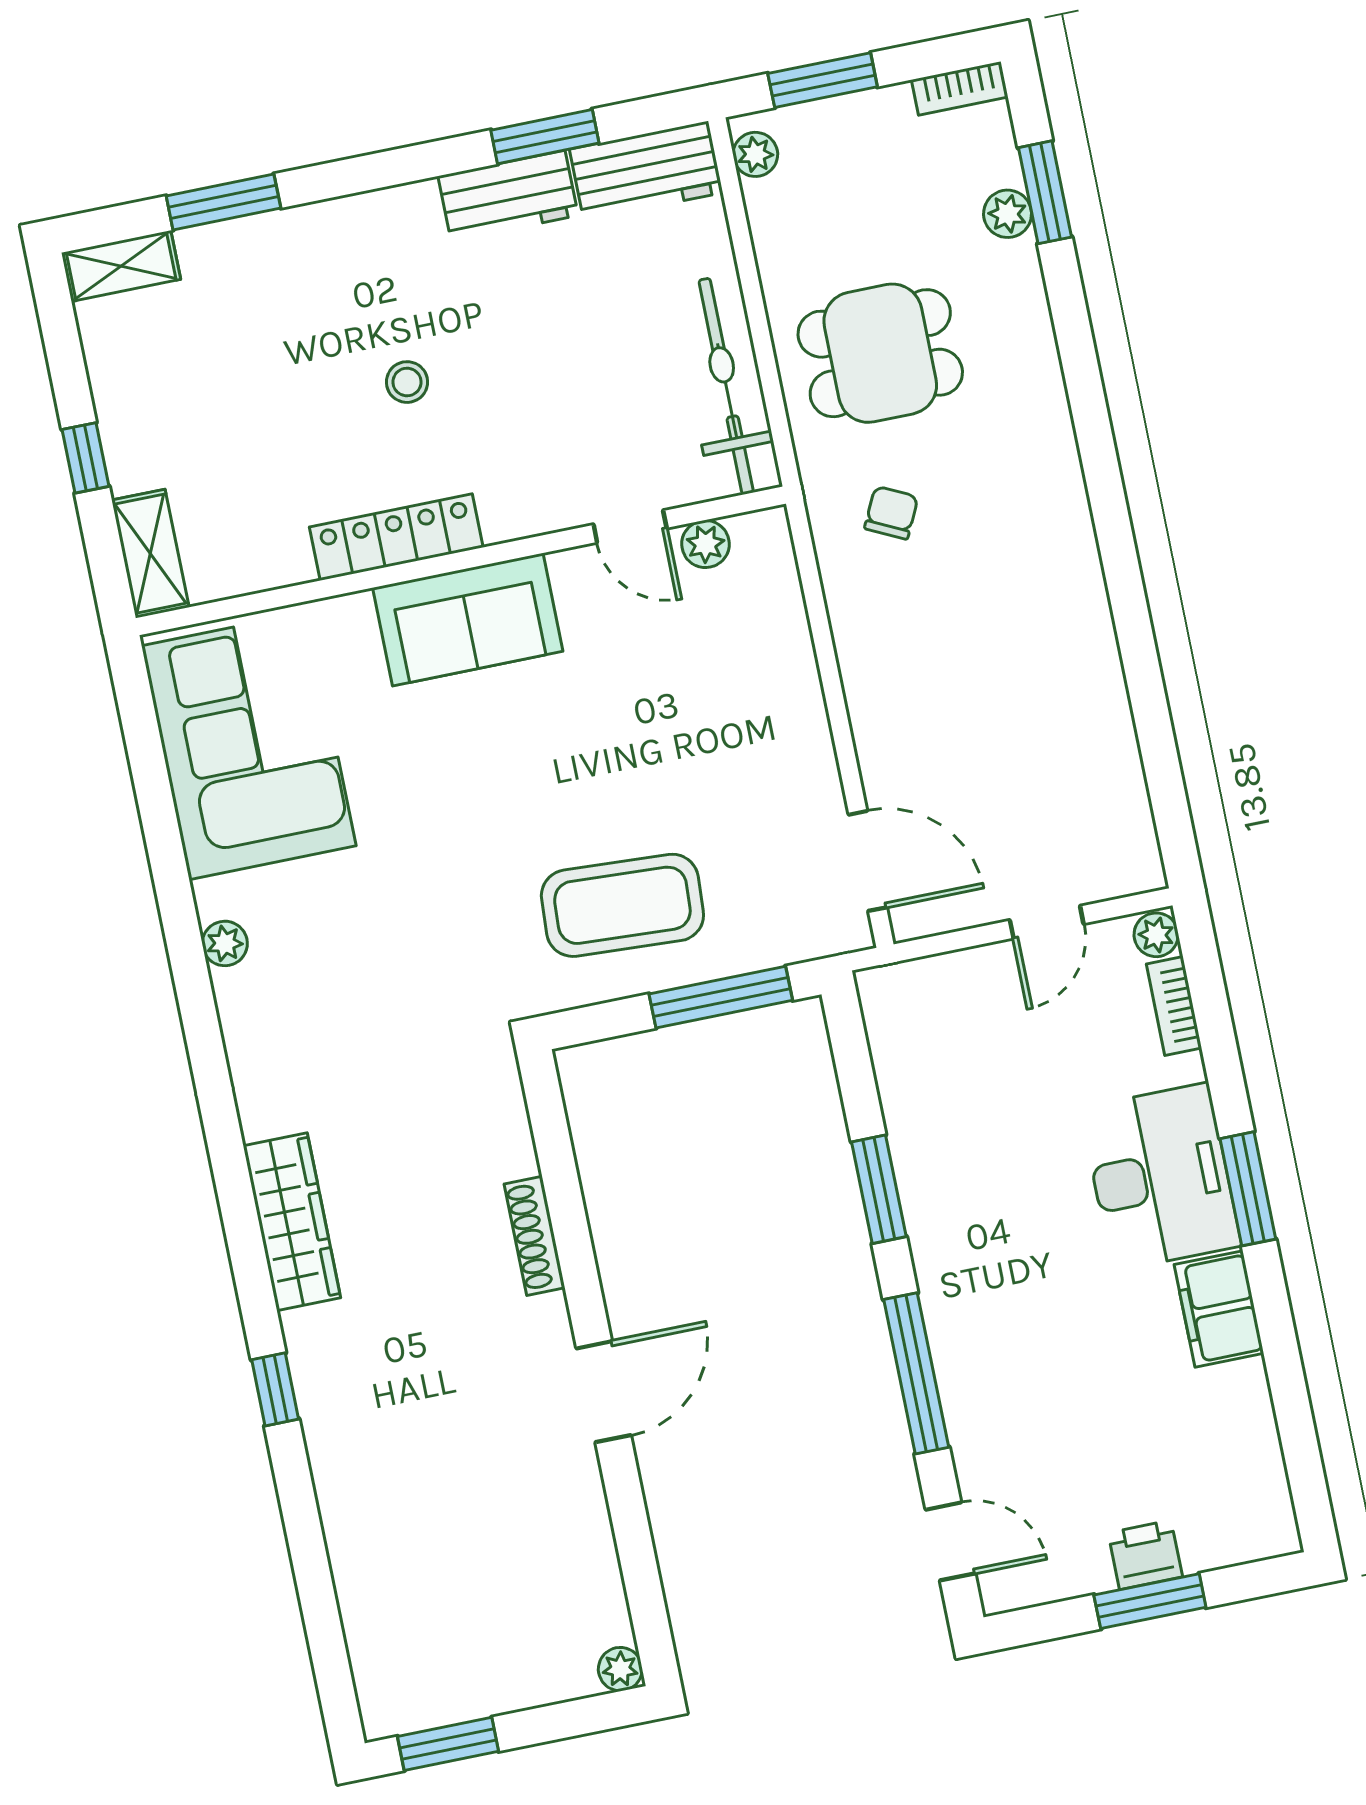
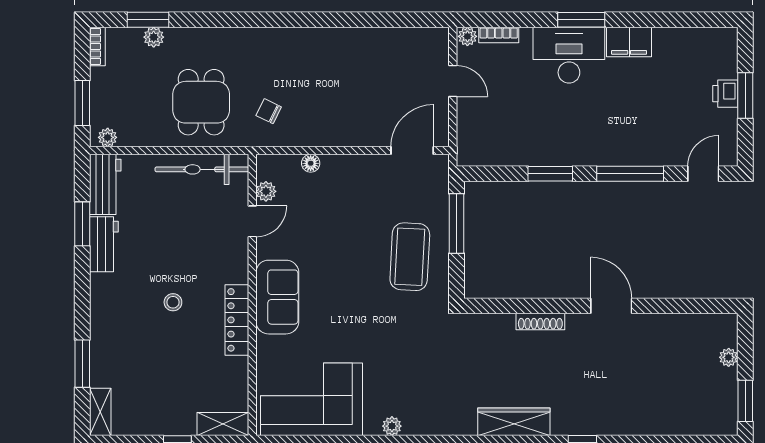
floor lamp: (791, 634) -> (311, 163), added
plant: (620, 1669) -> (729, 357), moved

